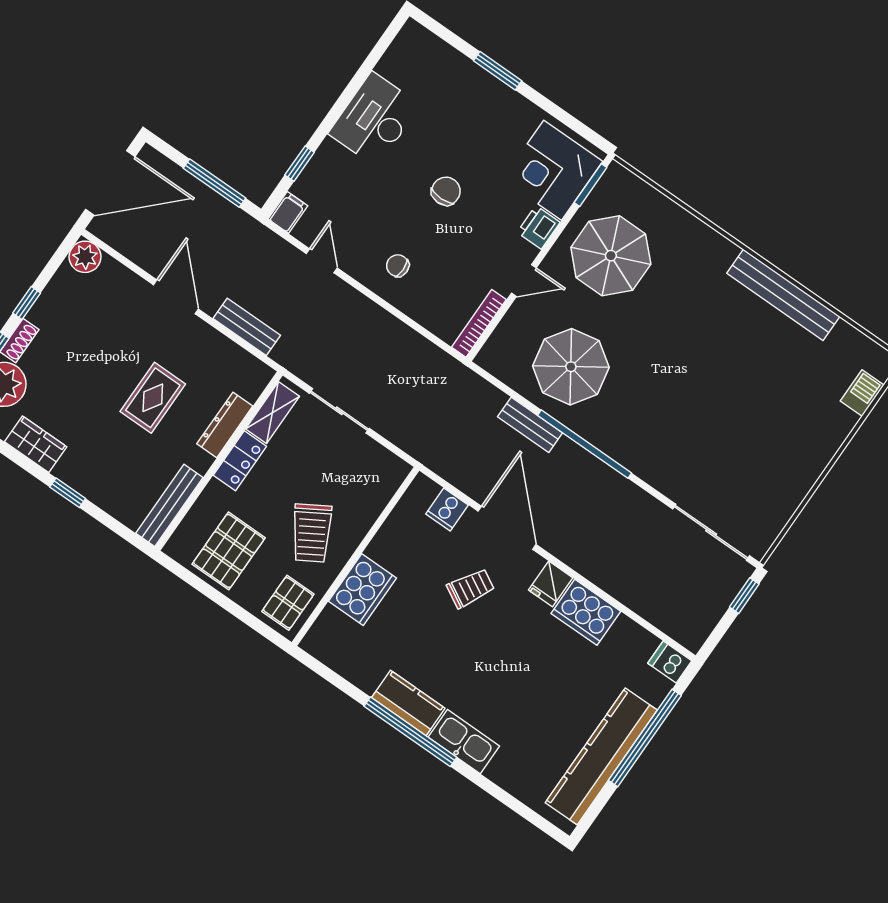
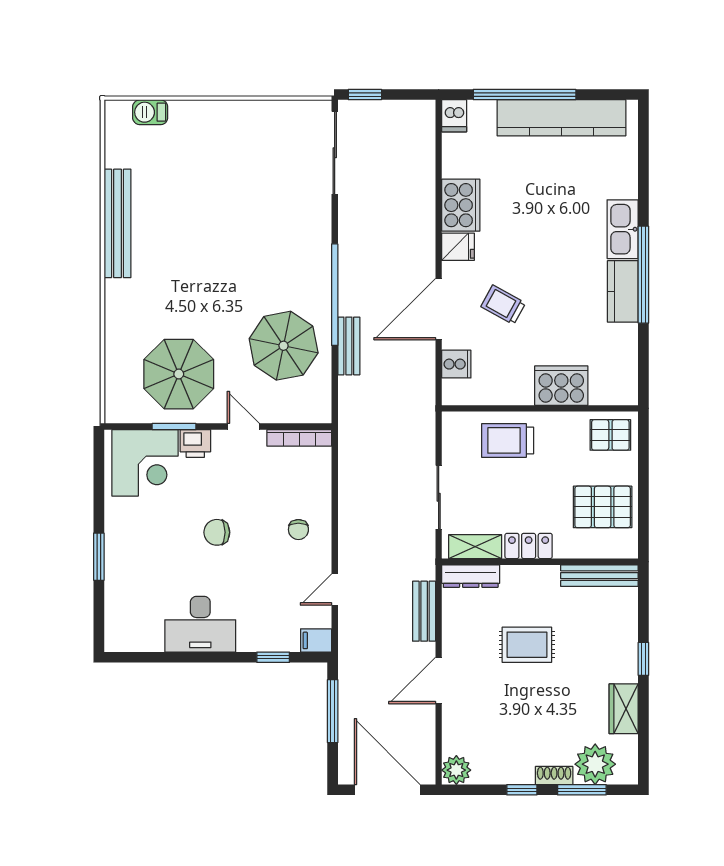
window: (590, 185) -> (174, 427), moved
dresser: (225, 425) -> (471, 576), moved
trolley: (312, 533) -> (508, 440), moved, turned -149

